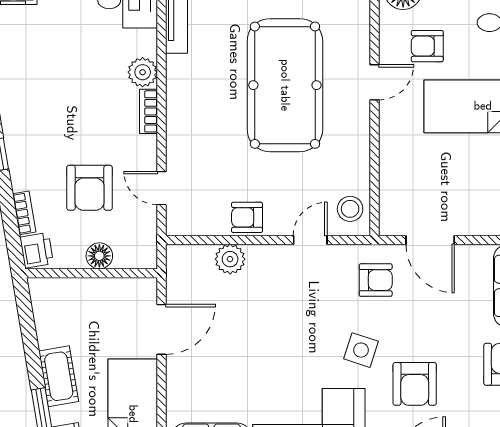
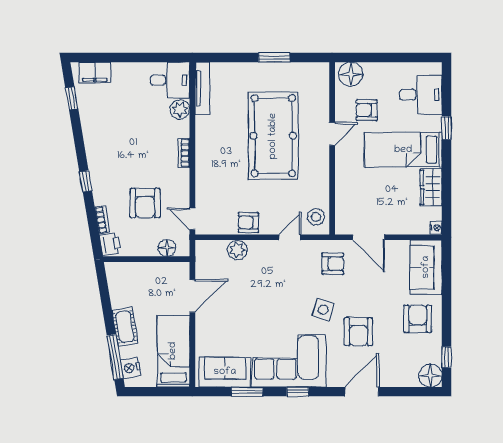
plant: (143, 72) -> (180, 109), moved
door: (161, 188) -> (192, 219), moved
floor lamp: (99, 256) -> (167, 248), moved

